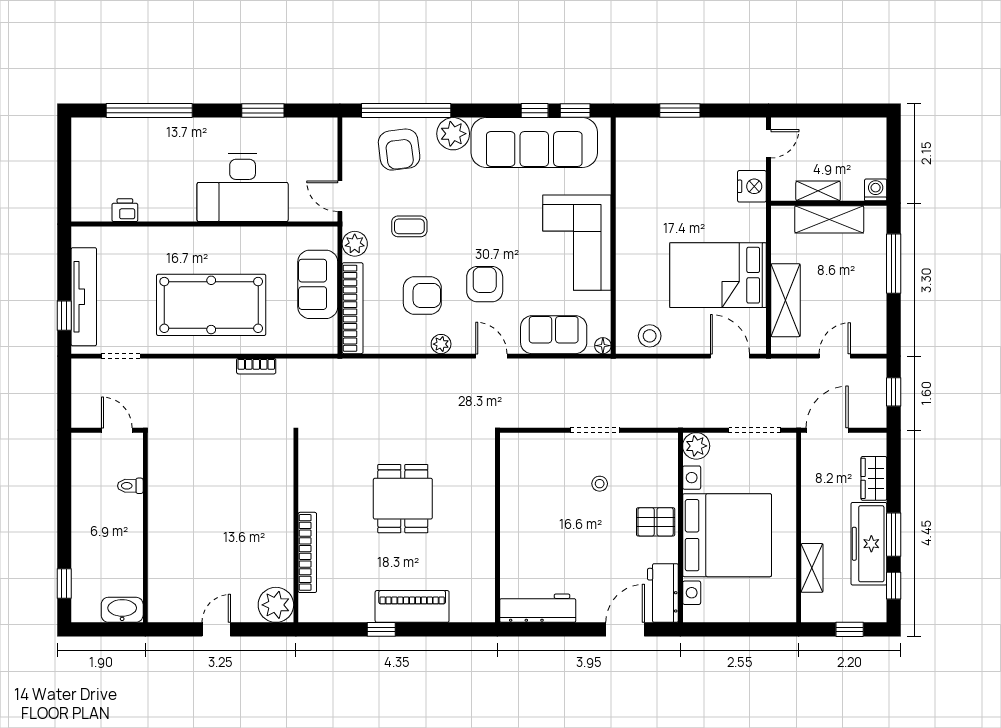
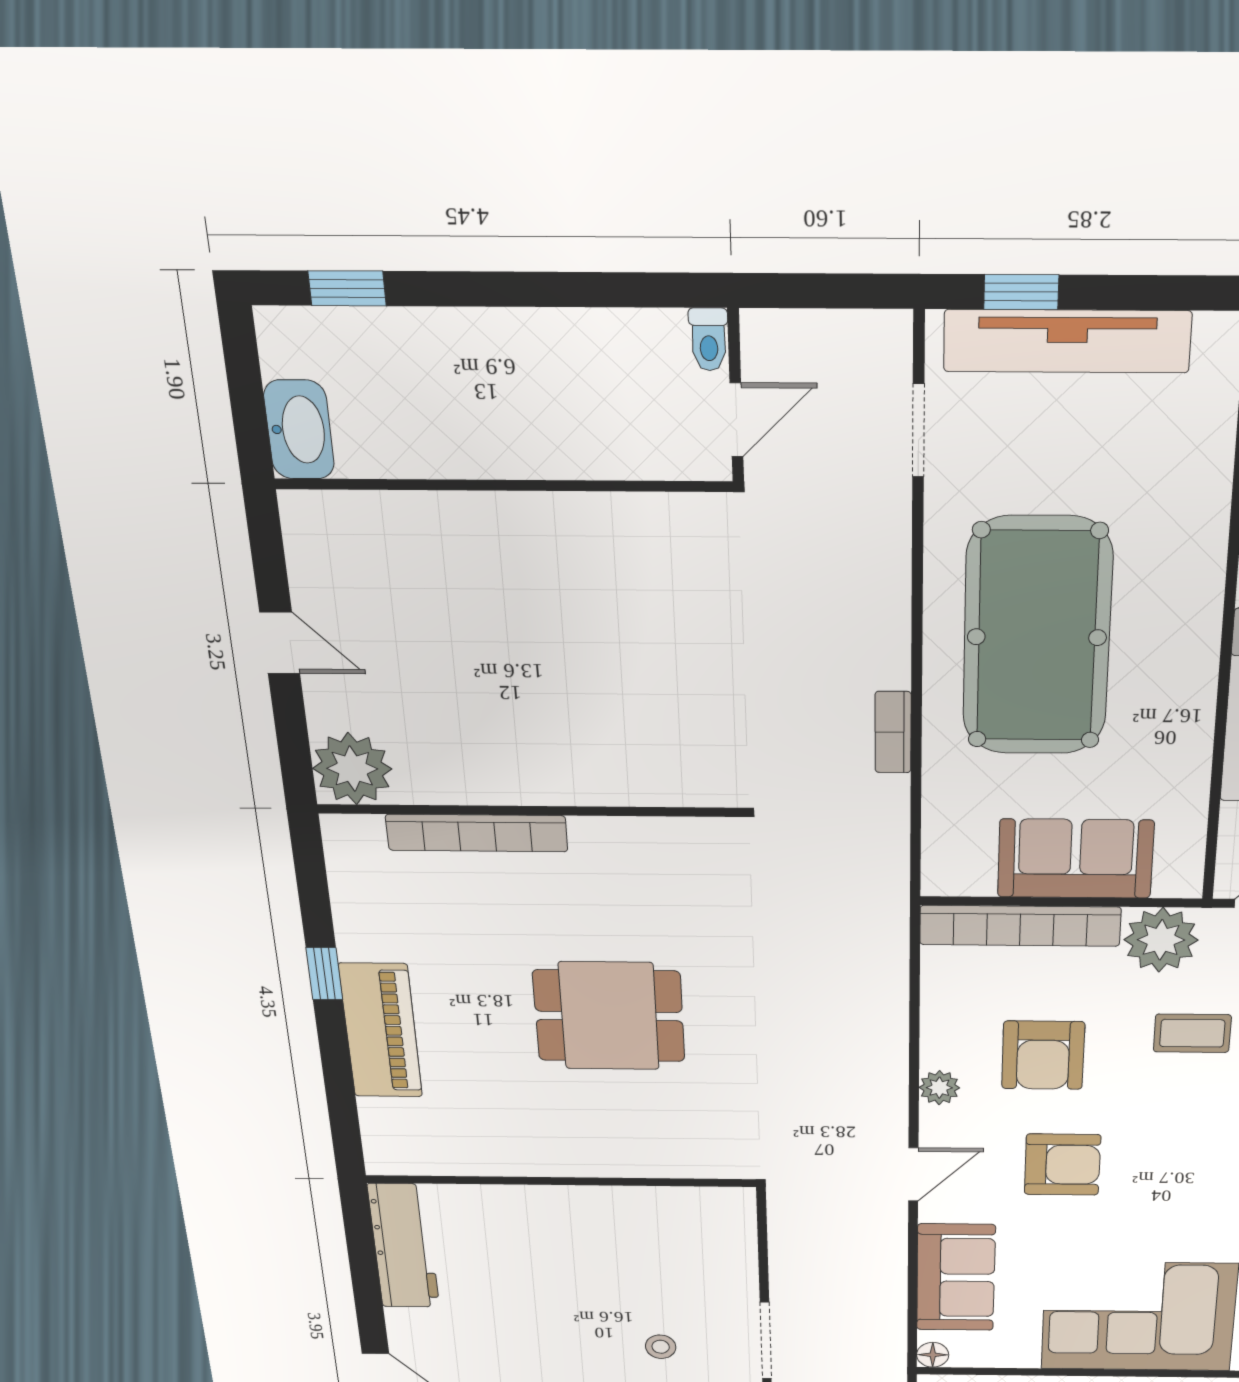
coffee table: (409, 226) -> (1192, 1033), turned 90
plant: (355, 244) -> (1161, 940), width x1.36, depth x1.36
toilet: (130, 486) -> (709, 339), moved, turned 180

